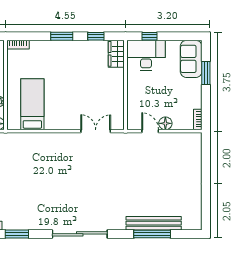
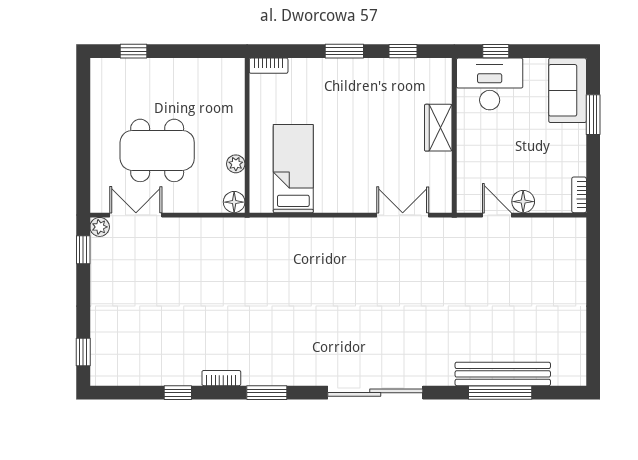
wardrobe: (116, 54) -> (438, 128), moved

